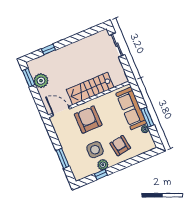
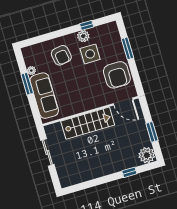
sliding door: (117, 45) -> (47, 152), moved
window: (29, 78) -> (152, 132), moved
plant: (41, 81) -> (147, 155), moved
armchair: (88, 120) -> (117, 75), moved

